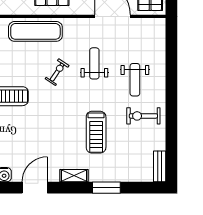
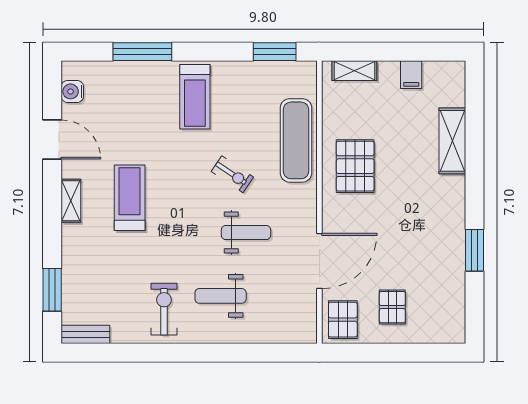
treadmill: (96, 132) -> (130, 198), moved, turned 90
window: (106, 188) -> (52, 290), moved

